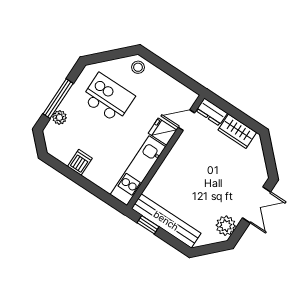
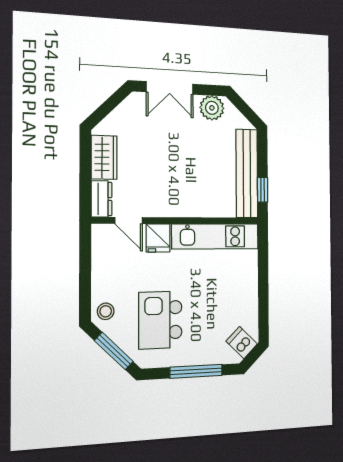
window: (109, 56) -> (114, 351), added
plant: (59, 117) -> (214, 356), removed
dishwasher: (80, 162) -> (242, 343), moved, turned 45
double door: (256, 205) -> (170, 88), swing flipped

